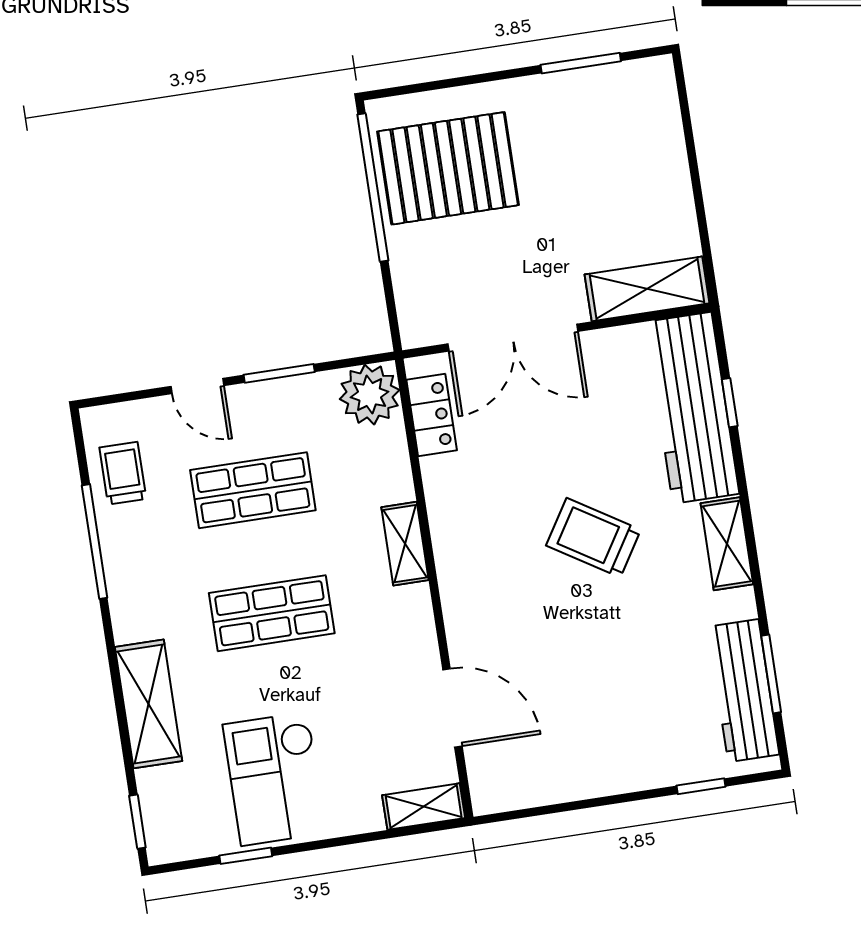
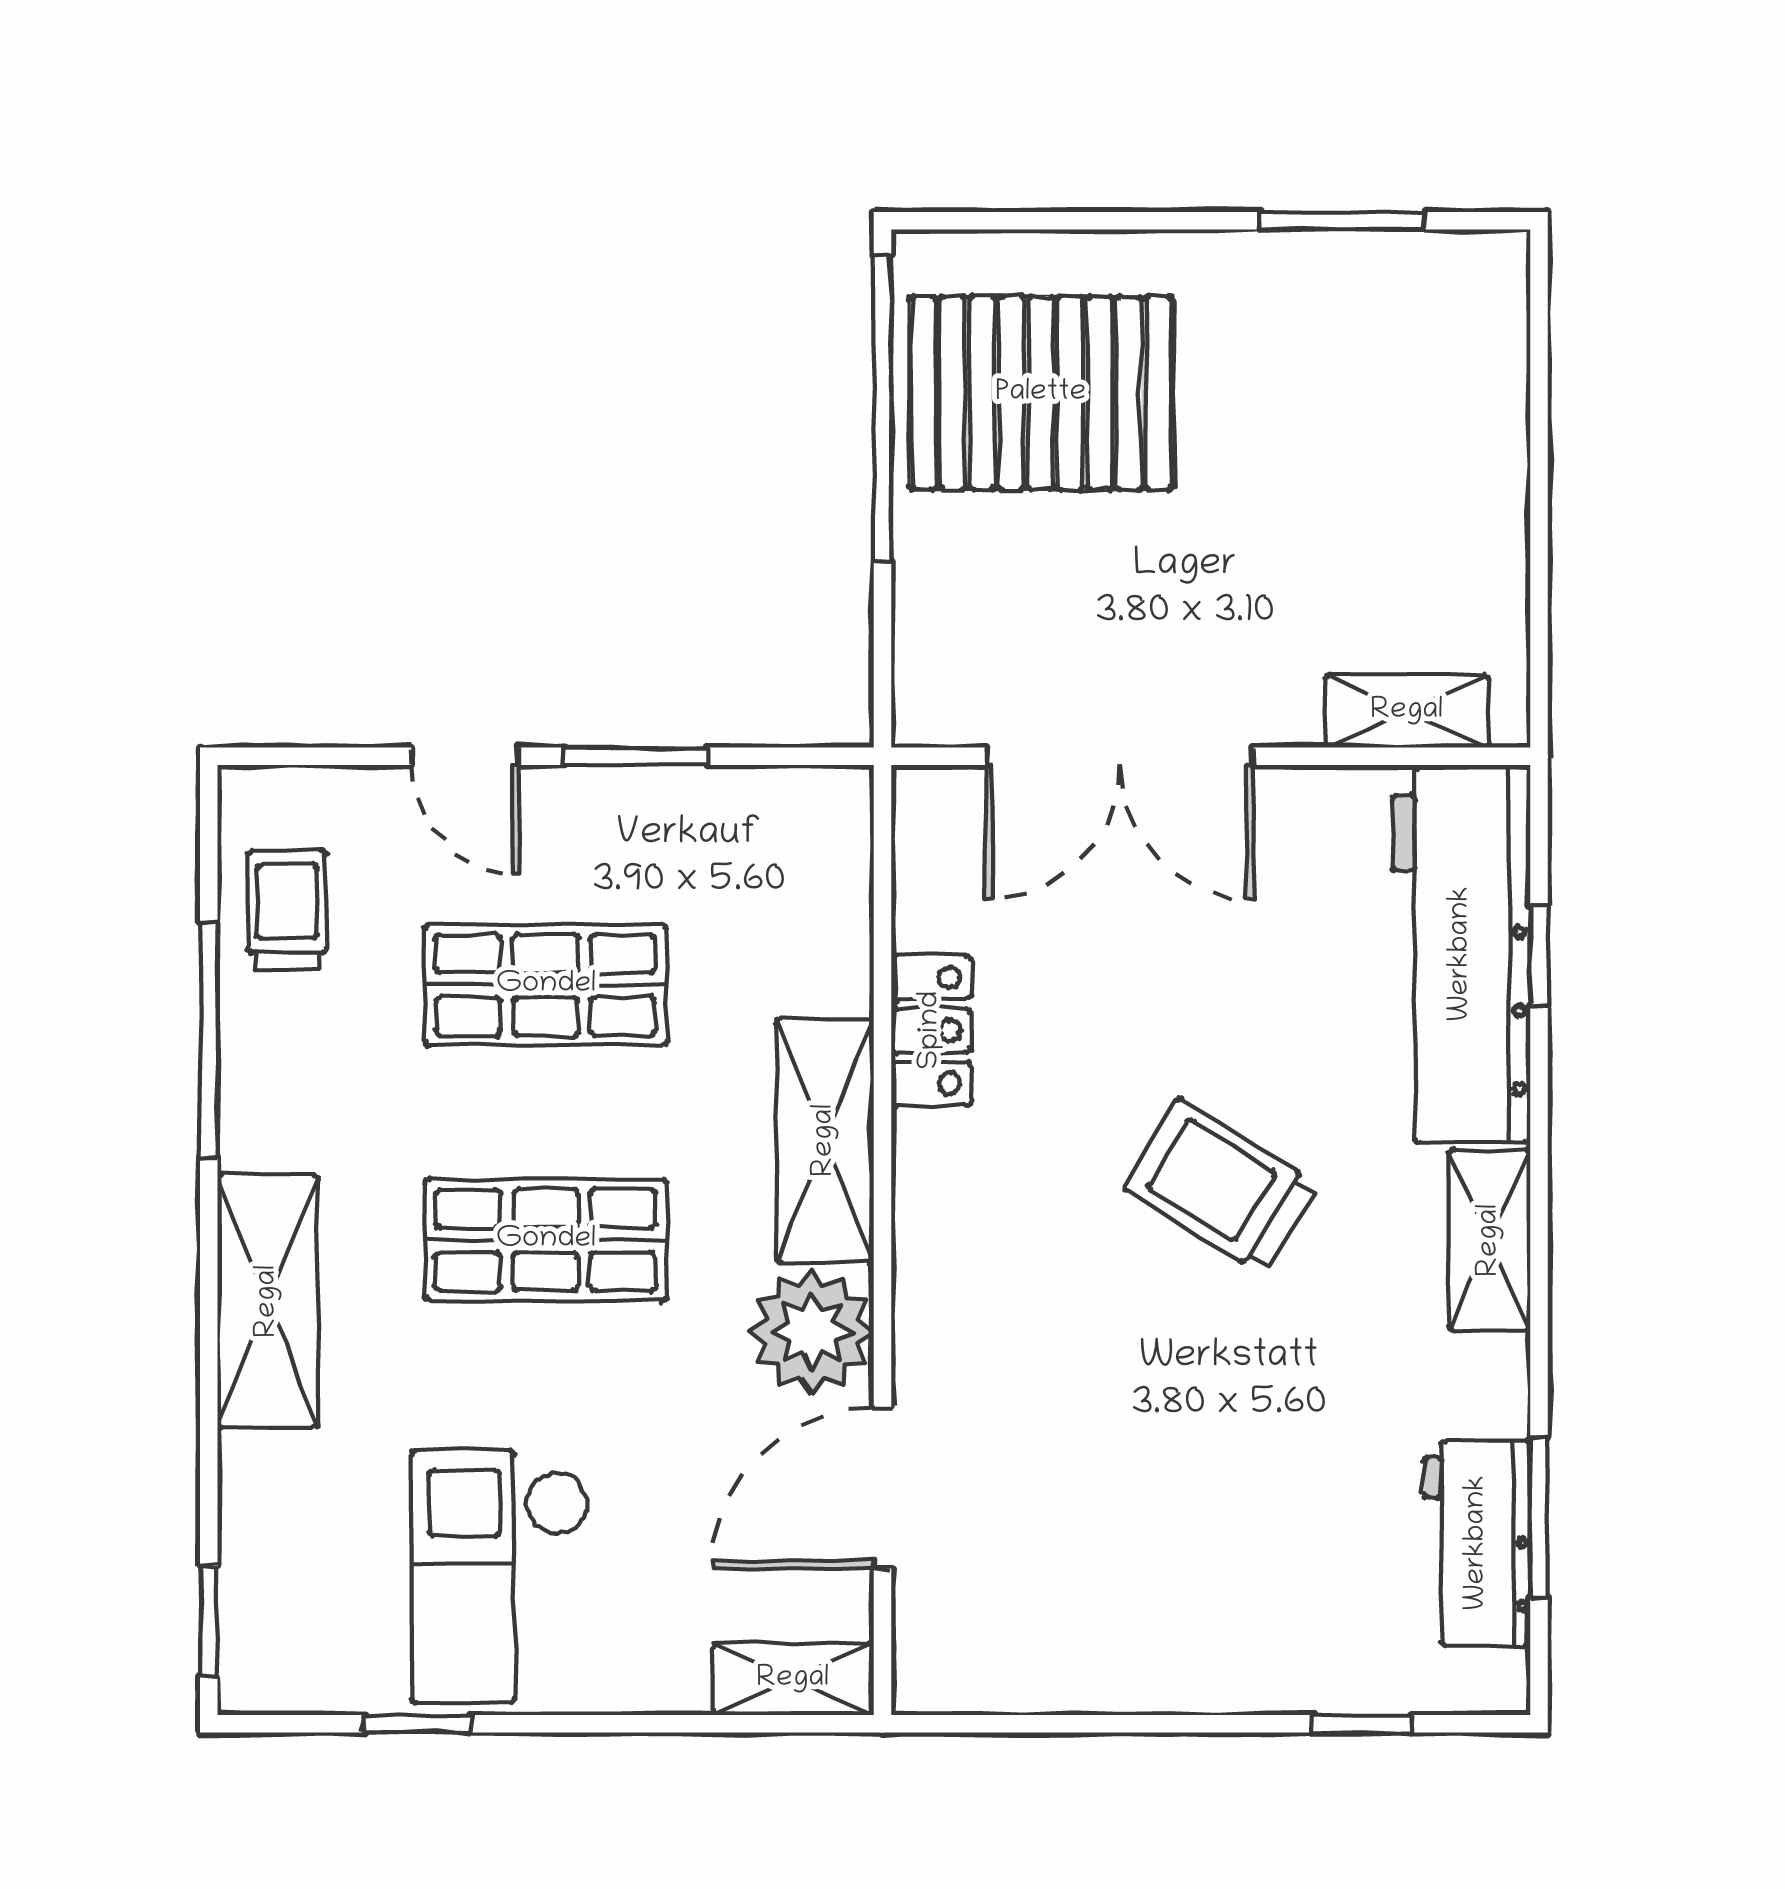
shelving: (647, 289) -> (1407, 711), width x0.67, depth x0.75
plant: (370, 395) -> (812, 1332), moved
locker: (432, 415) -> (931, 1030), moved
shelving: (405, 544) -> (825, 1140), width x1.50, depth x1.33
workbench: (743, 691) -> (1477, 1543), width x0.73
shelving: (149, 704) -> (268, 1301), moved
door: (452, 708) -> (882, 1488), swing flipped

